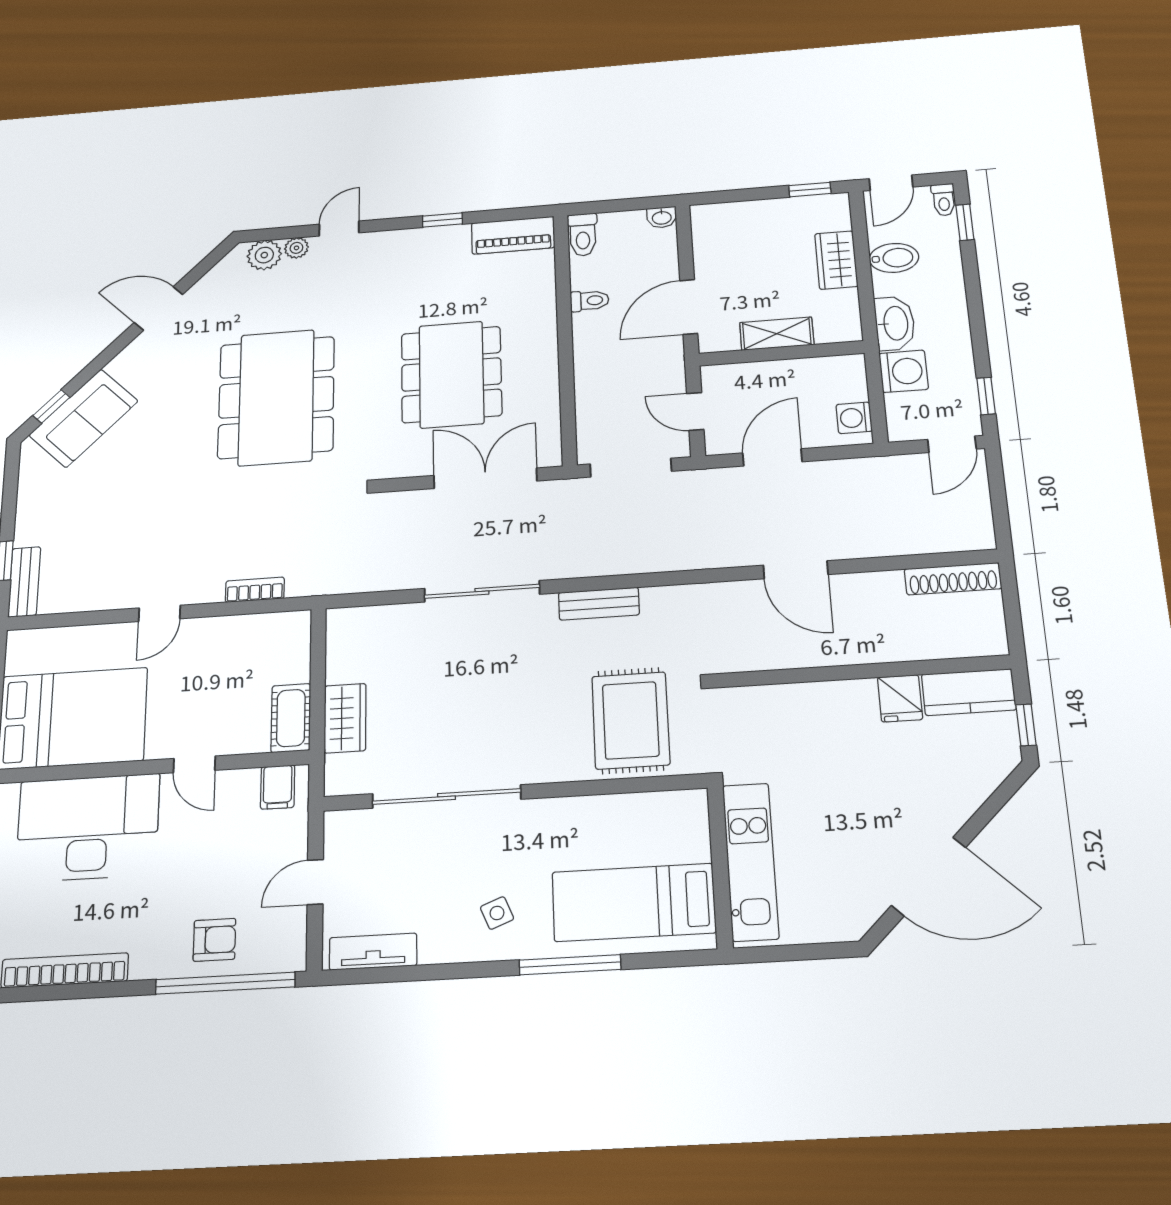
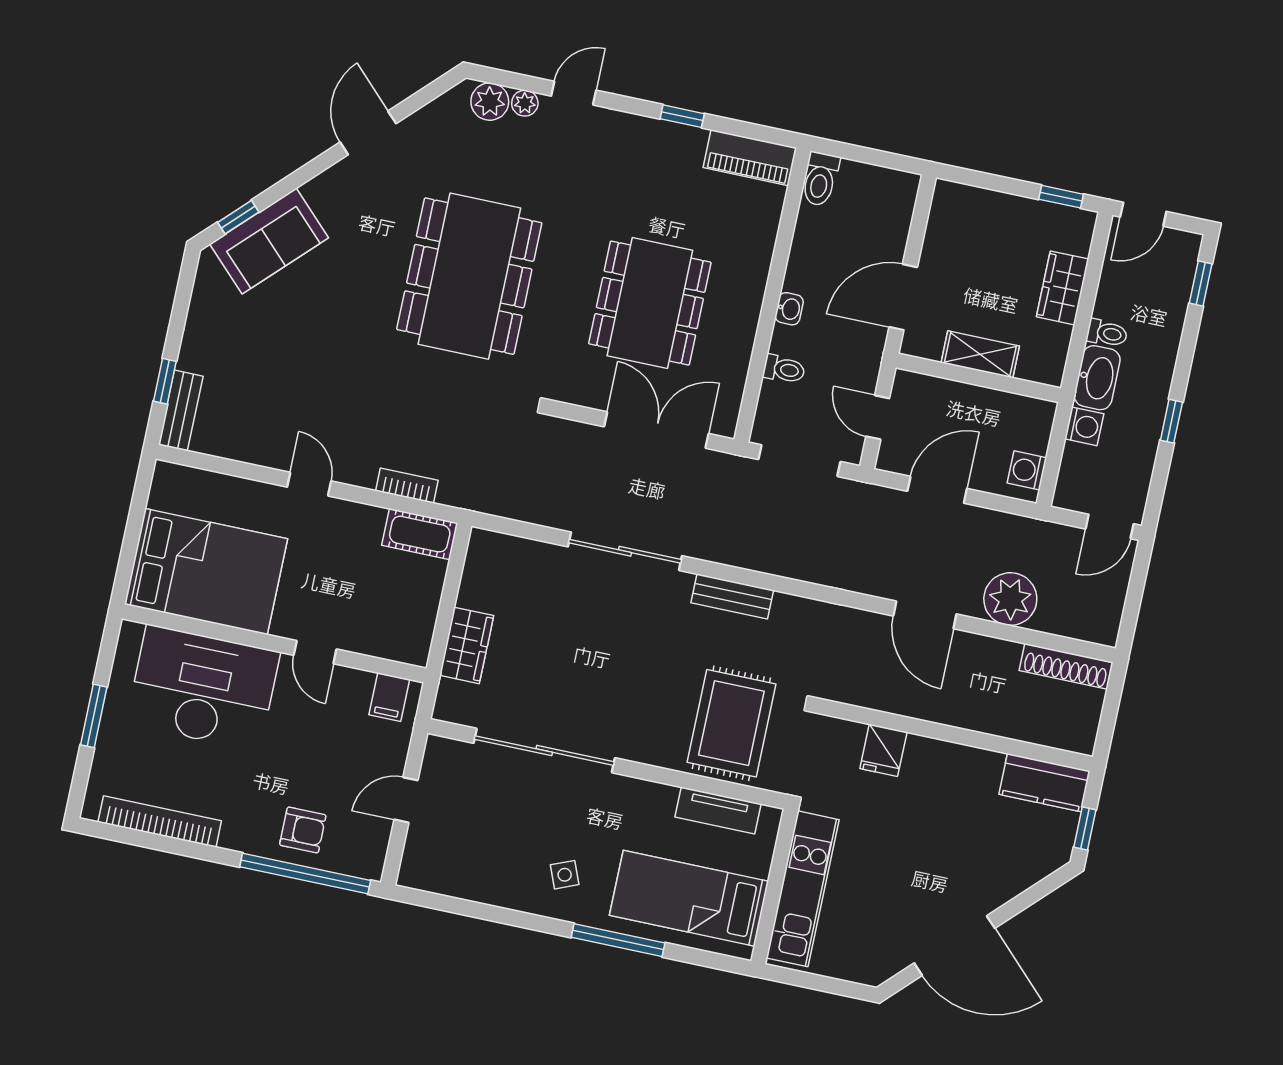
toilet: (944, 200) -> (1107, 333), moved, turned -90
washbasin: (662, 217) -> (789, 309), moved, turned -90
bidet: (894, 258) -> (1119, 303), removed
toilet: (590, 301) -> (784, 369), moved
door: (158, 308) -> (368, 133), hinge flipped
washing machine: (904, 371) -> (1084, 426), width x0.73, depth x0.73
window: (986, 396) -> (1171, 421), moved
plant: (876, 533) -> (1010, 599), added
door: (160, 613) -> (309, 484), swing flipped
fridge: (900, 698) -> (883, 750), moved
cot: (291, 718) -> (420, 534), moved, turned 90
tv unit: (373, 952) -> (718, 810), moved, turned 180

